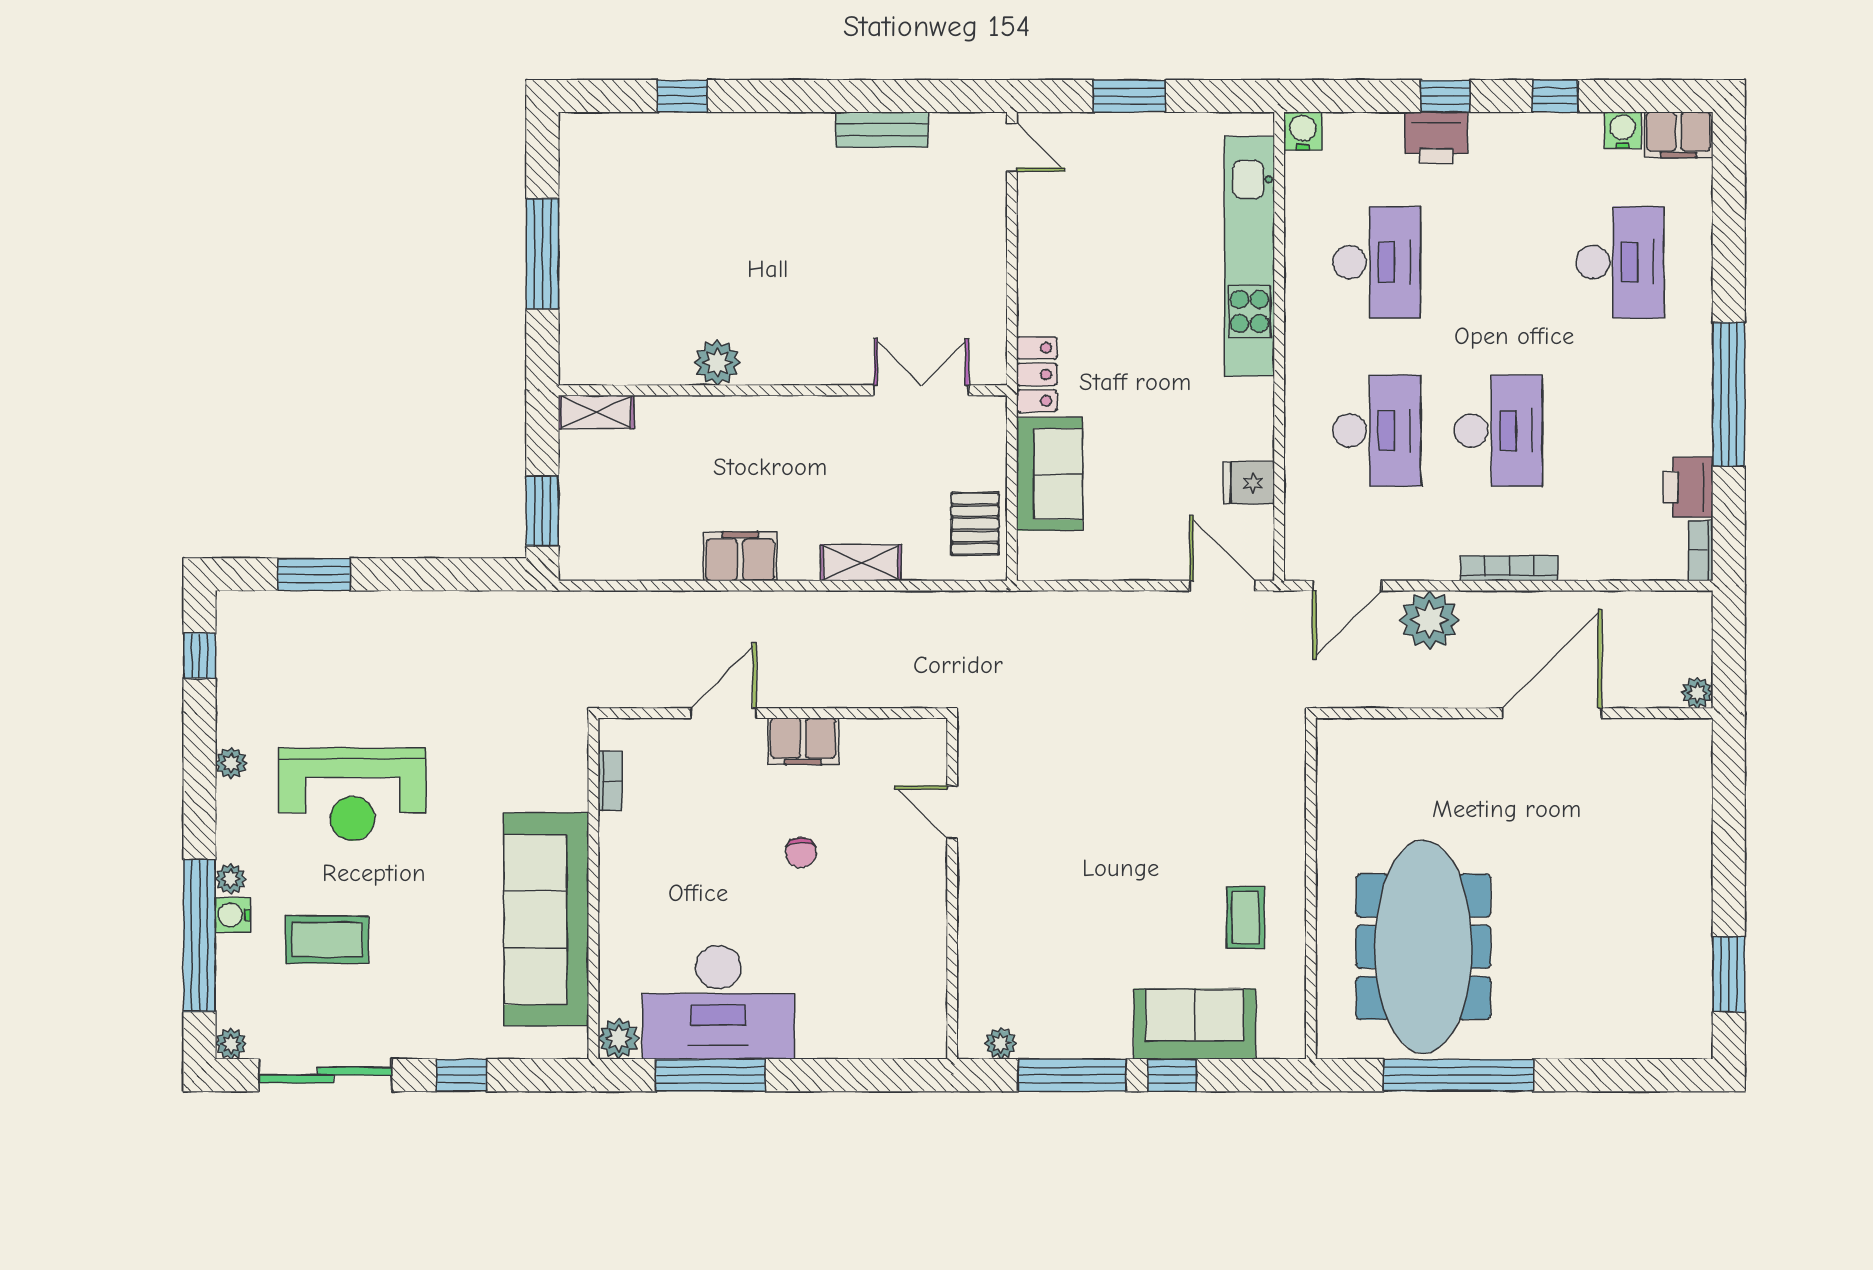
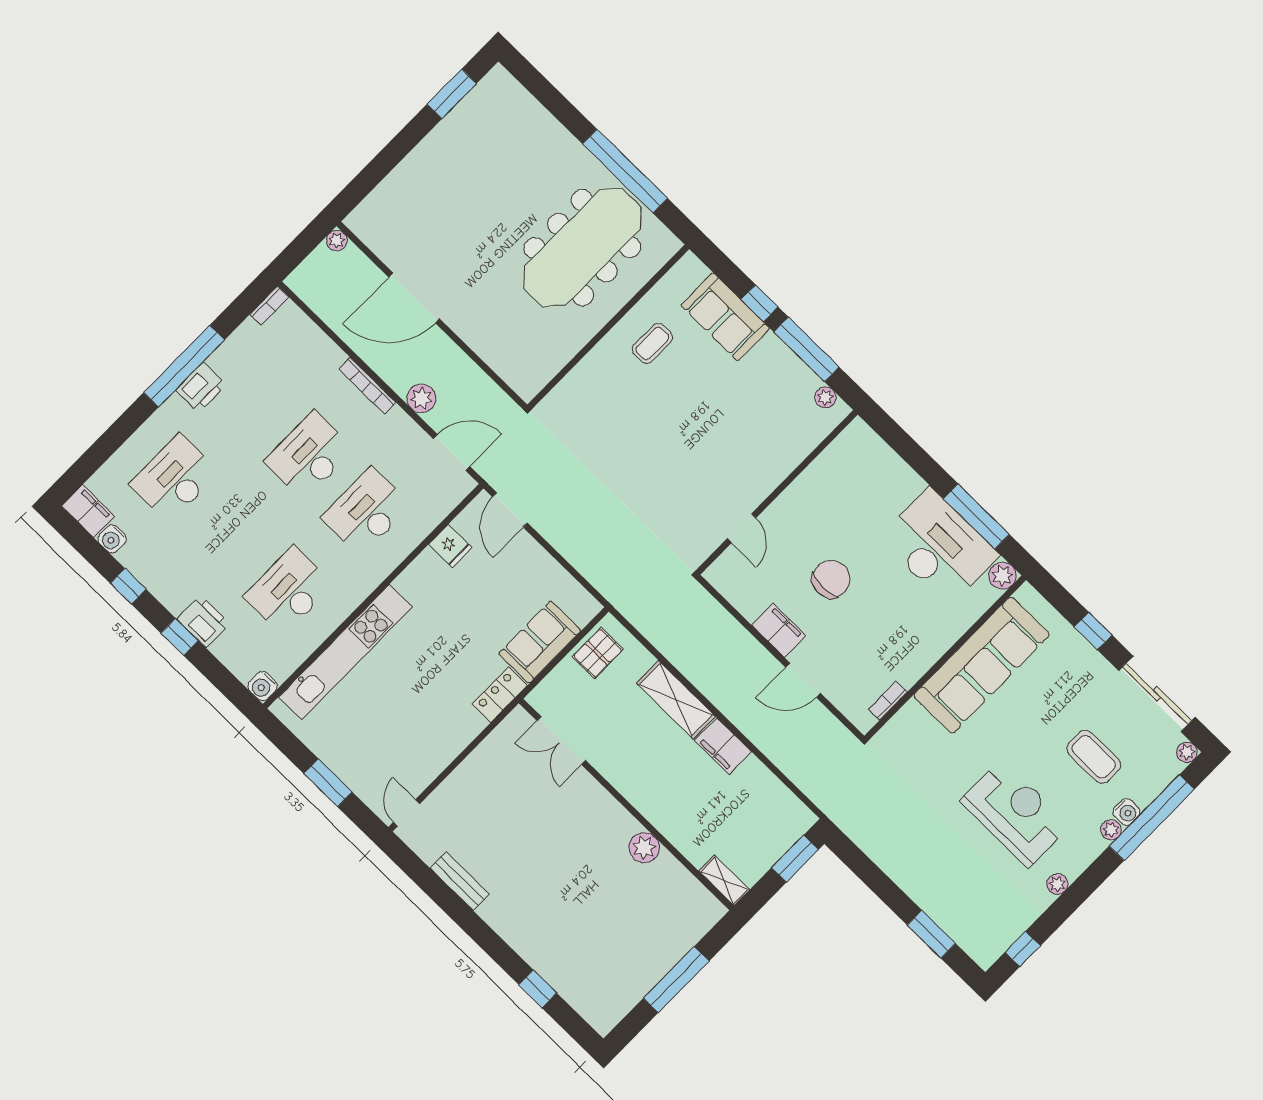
printer: (1688, 487) -> (201, 387), moved
shelving: (861, 563) -> (676, 700), width x1.50, depth x1.33
plant: (1429, 620) -> (421, 398), width x0.73, depth x0.73
chair: (801, 852) -> (831, 579), width x1.87, depth x1.87

